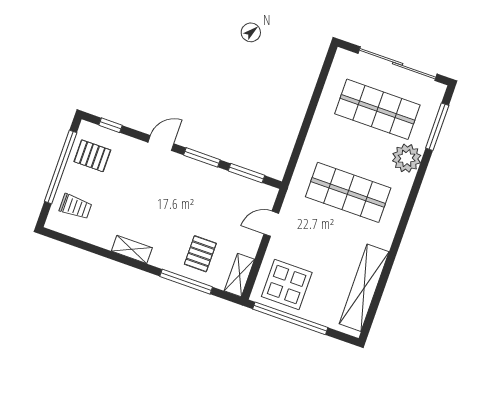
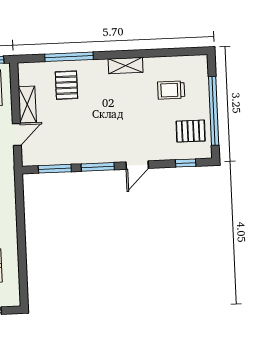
trolley: (76, 207) -> (171, 90), moved
shelving: (239, 275) -> (27, 104), moved

